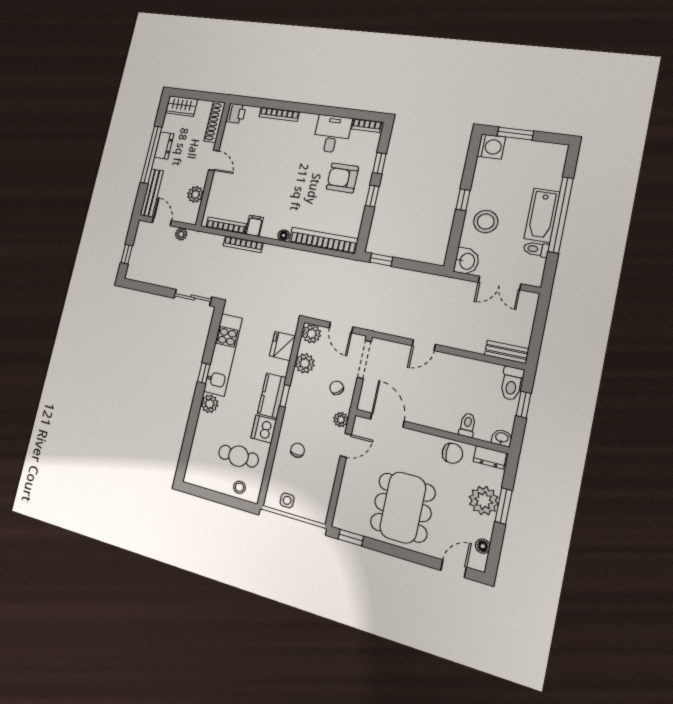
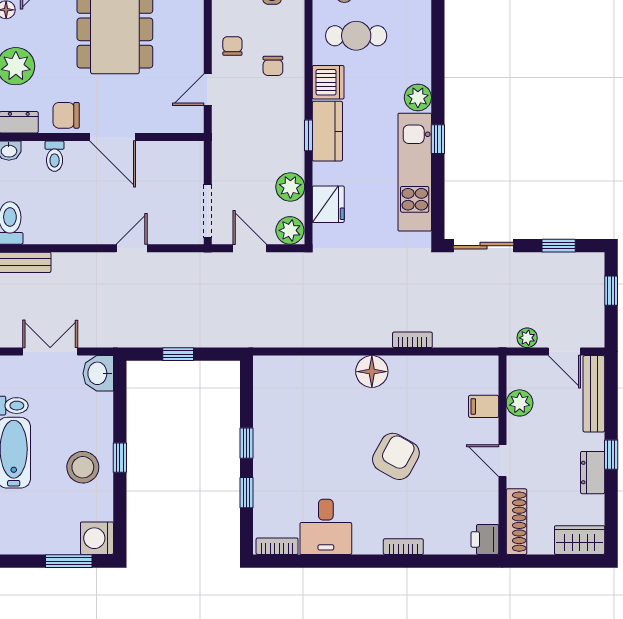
bookcase: (279, 114) -> (403, 547), width x0.64
window: (151, 155) -> (611, 455), width x0.32
armchair: (342, 178) -> (396, 456), moved, turned -61
stool: (486, 221) -> (83, 467), moved
bookcase: (226, 225) -> (458, 364), removed
filing cabinet: (254, 226) -> (484, 406), moved, turned 90
floor lamp: (284, 235) -> (372, 372), width x1.89, depth x1.89
bookcase: (323, 240) -> (303, 367), removed
bookcase: (243, 244) -> (412, 340), width x0.64
window: (381, 260) -> (178, 354), moved
window: (149, 288) -> (559, 246), added
chair: (337, 388) -> (232, 46), moved, turned -142
plant: (341, 420) -> (222, 122), removed
door: (387, 420) -> (113, 137), moved

